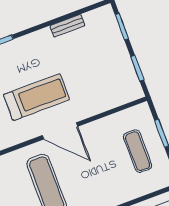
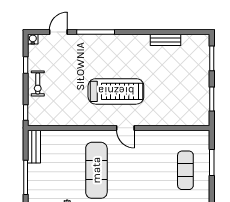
door: (60, 131) -> (125, 128), width x0.53

